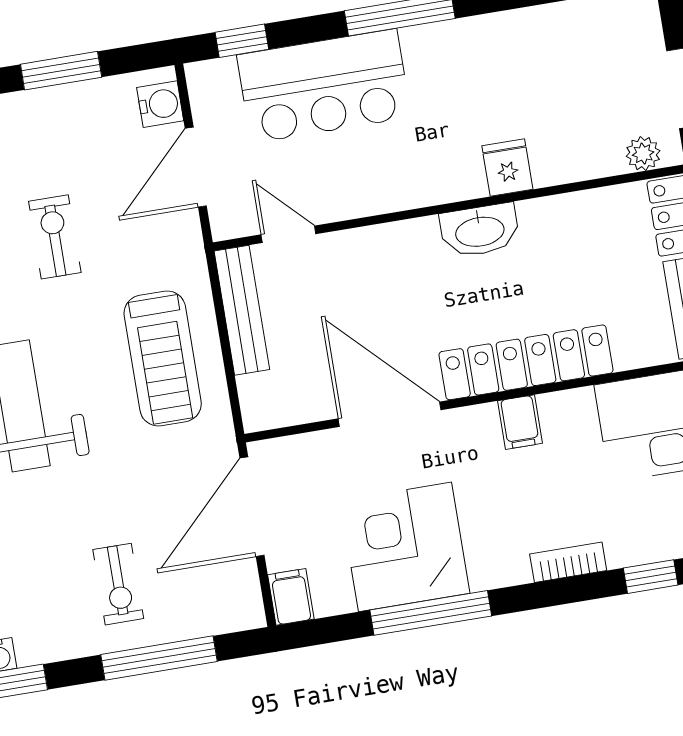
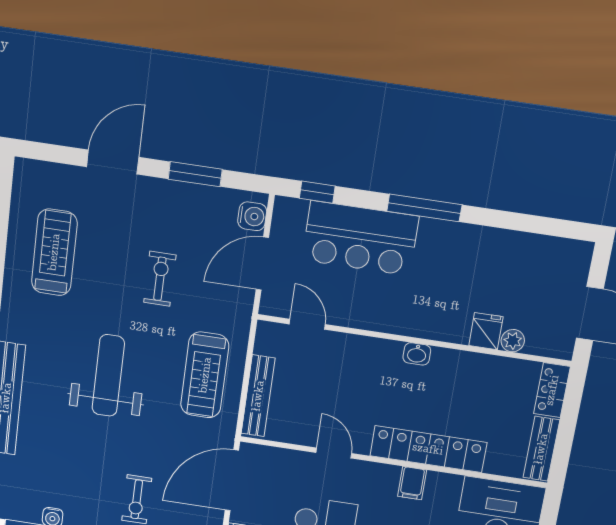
plant: (643, 154) -> (513, 341), moved
fridge: (507, 168) -> (486, 331), moved
washbasin: (480, 230) -> (417, 354), width x0.52, depth x0.69
bench: (242, 310) -> (258, 396), moved
door: (390, 414) -> (334, 453), width x0.53

